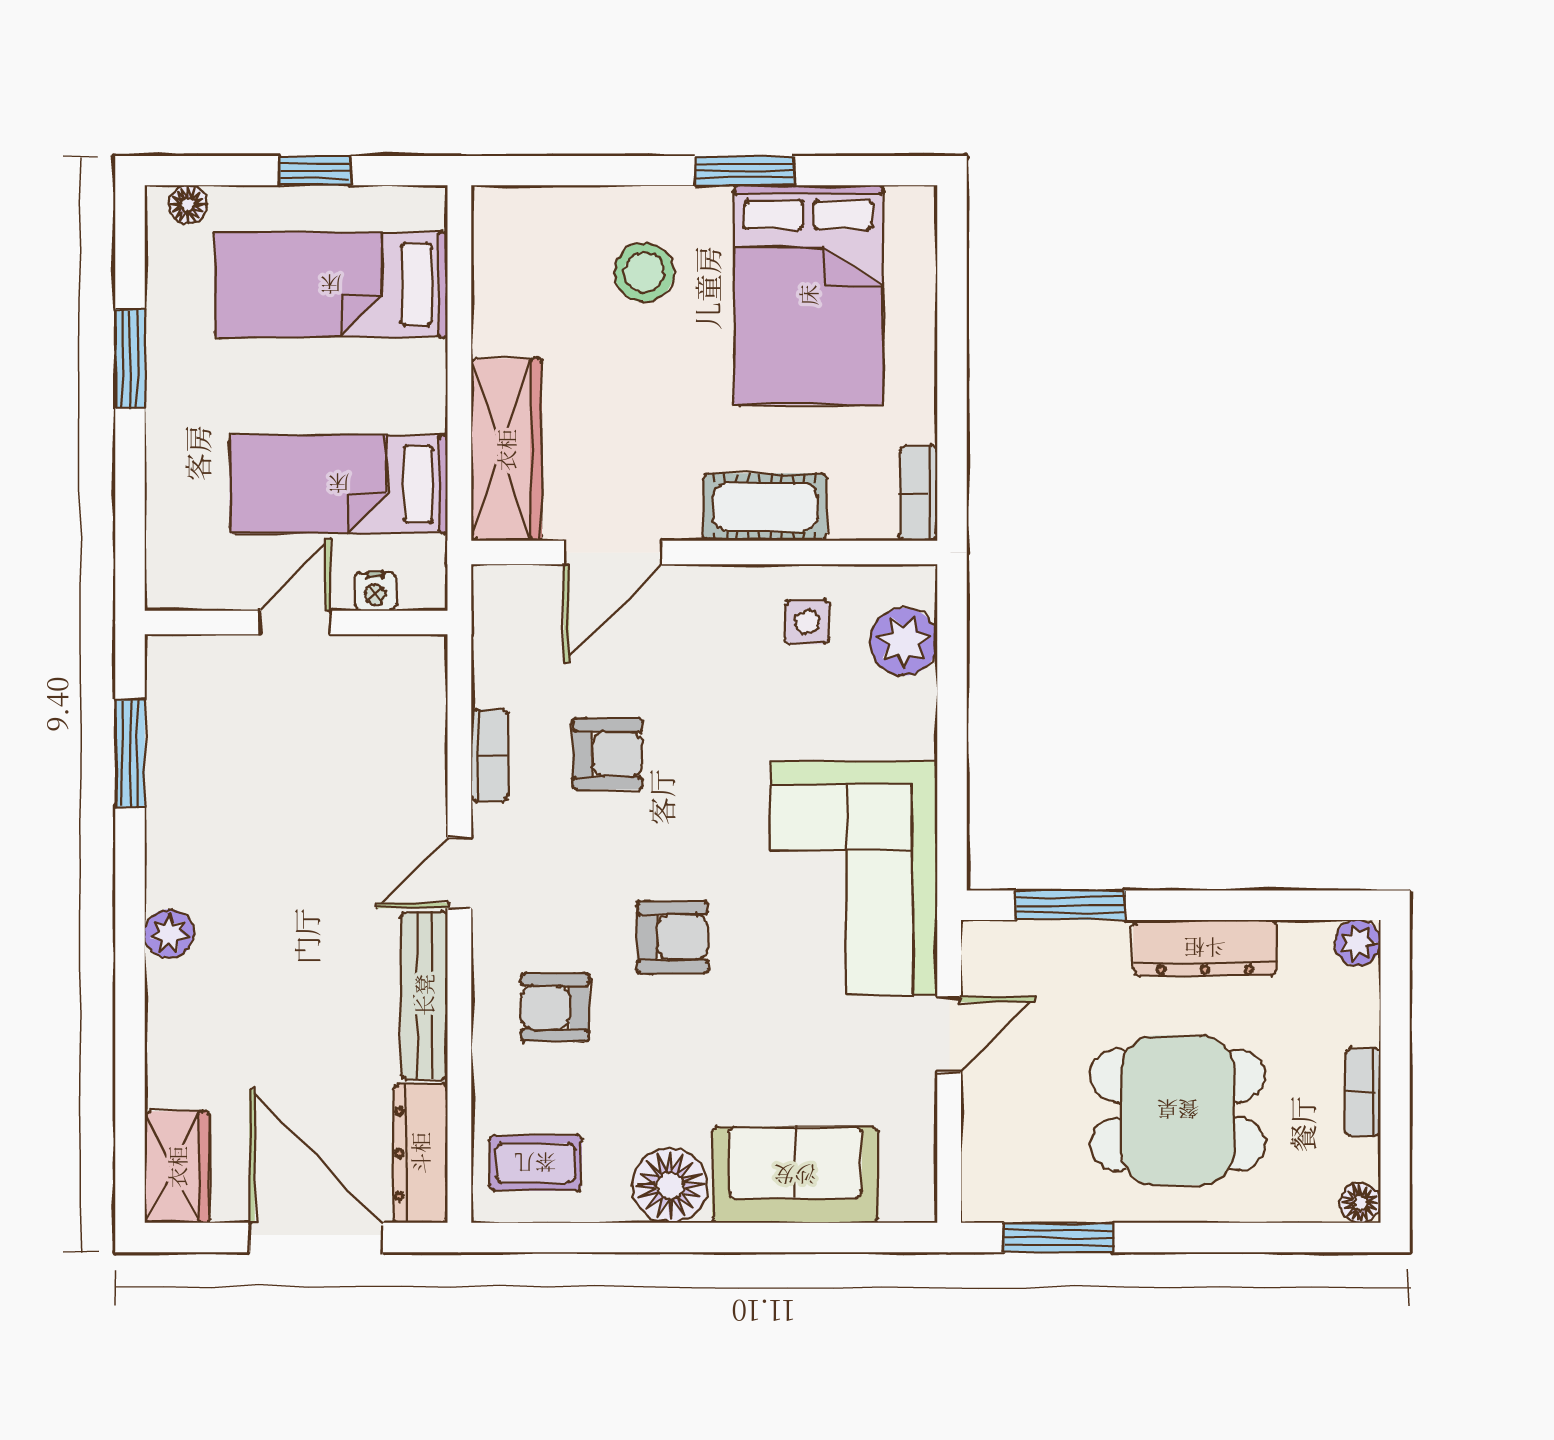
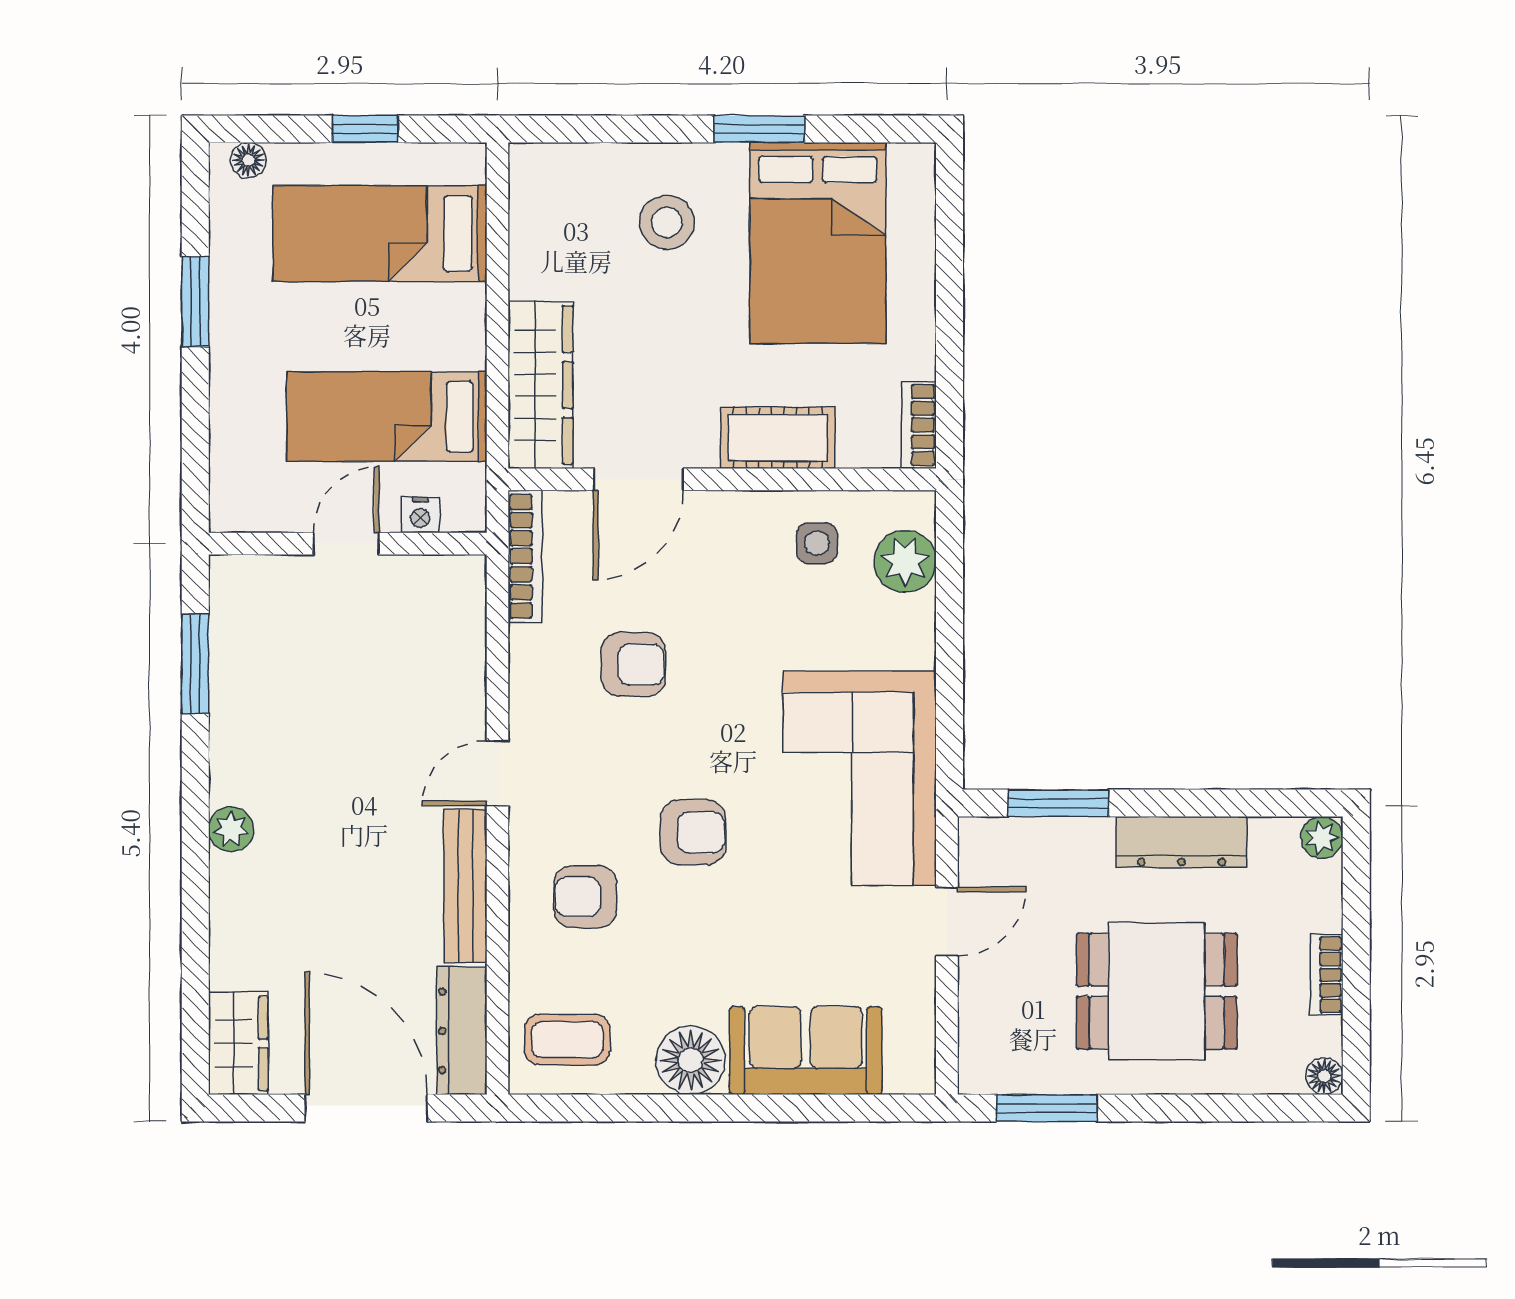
bookcase: (489, 755) -> (525, 556), moved, width x1.56

